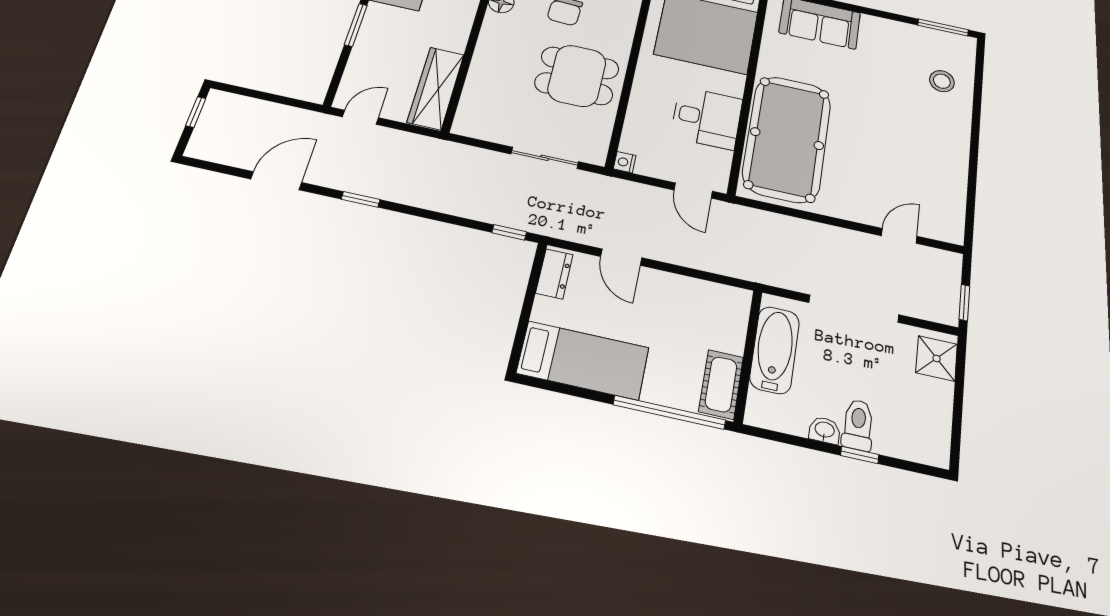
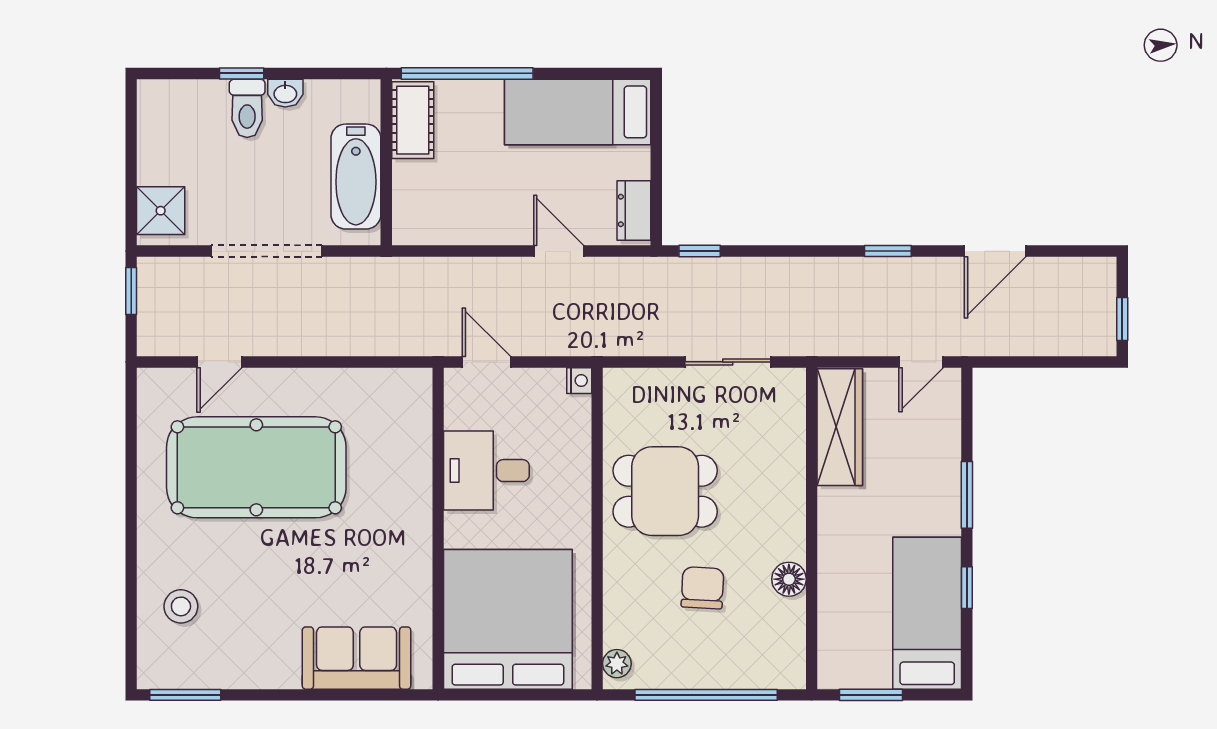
pool table: (787, 139) -> (256, 467), moved, turned 90
sliding door: (545, 158) -> (728, 362), moved

